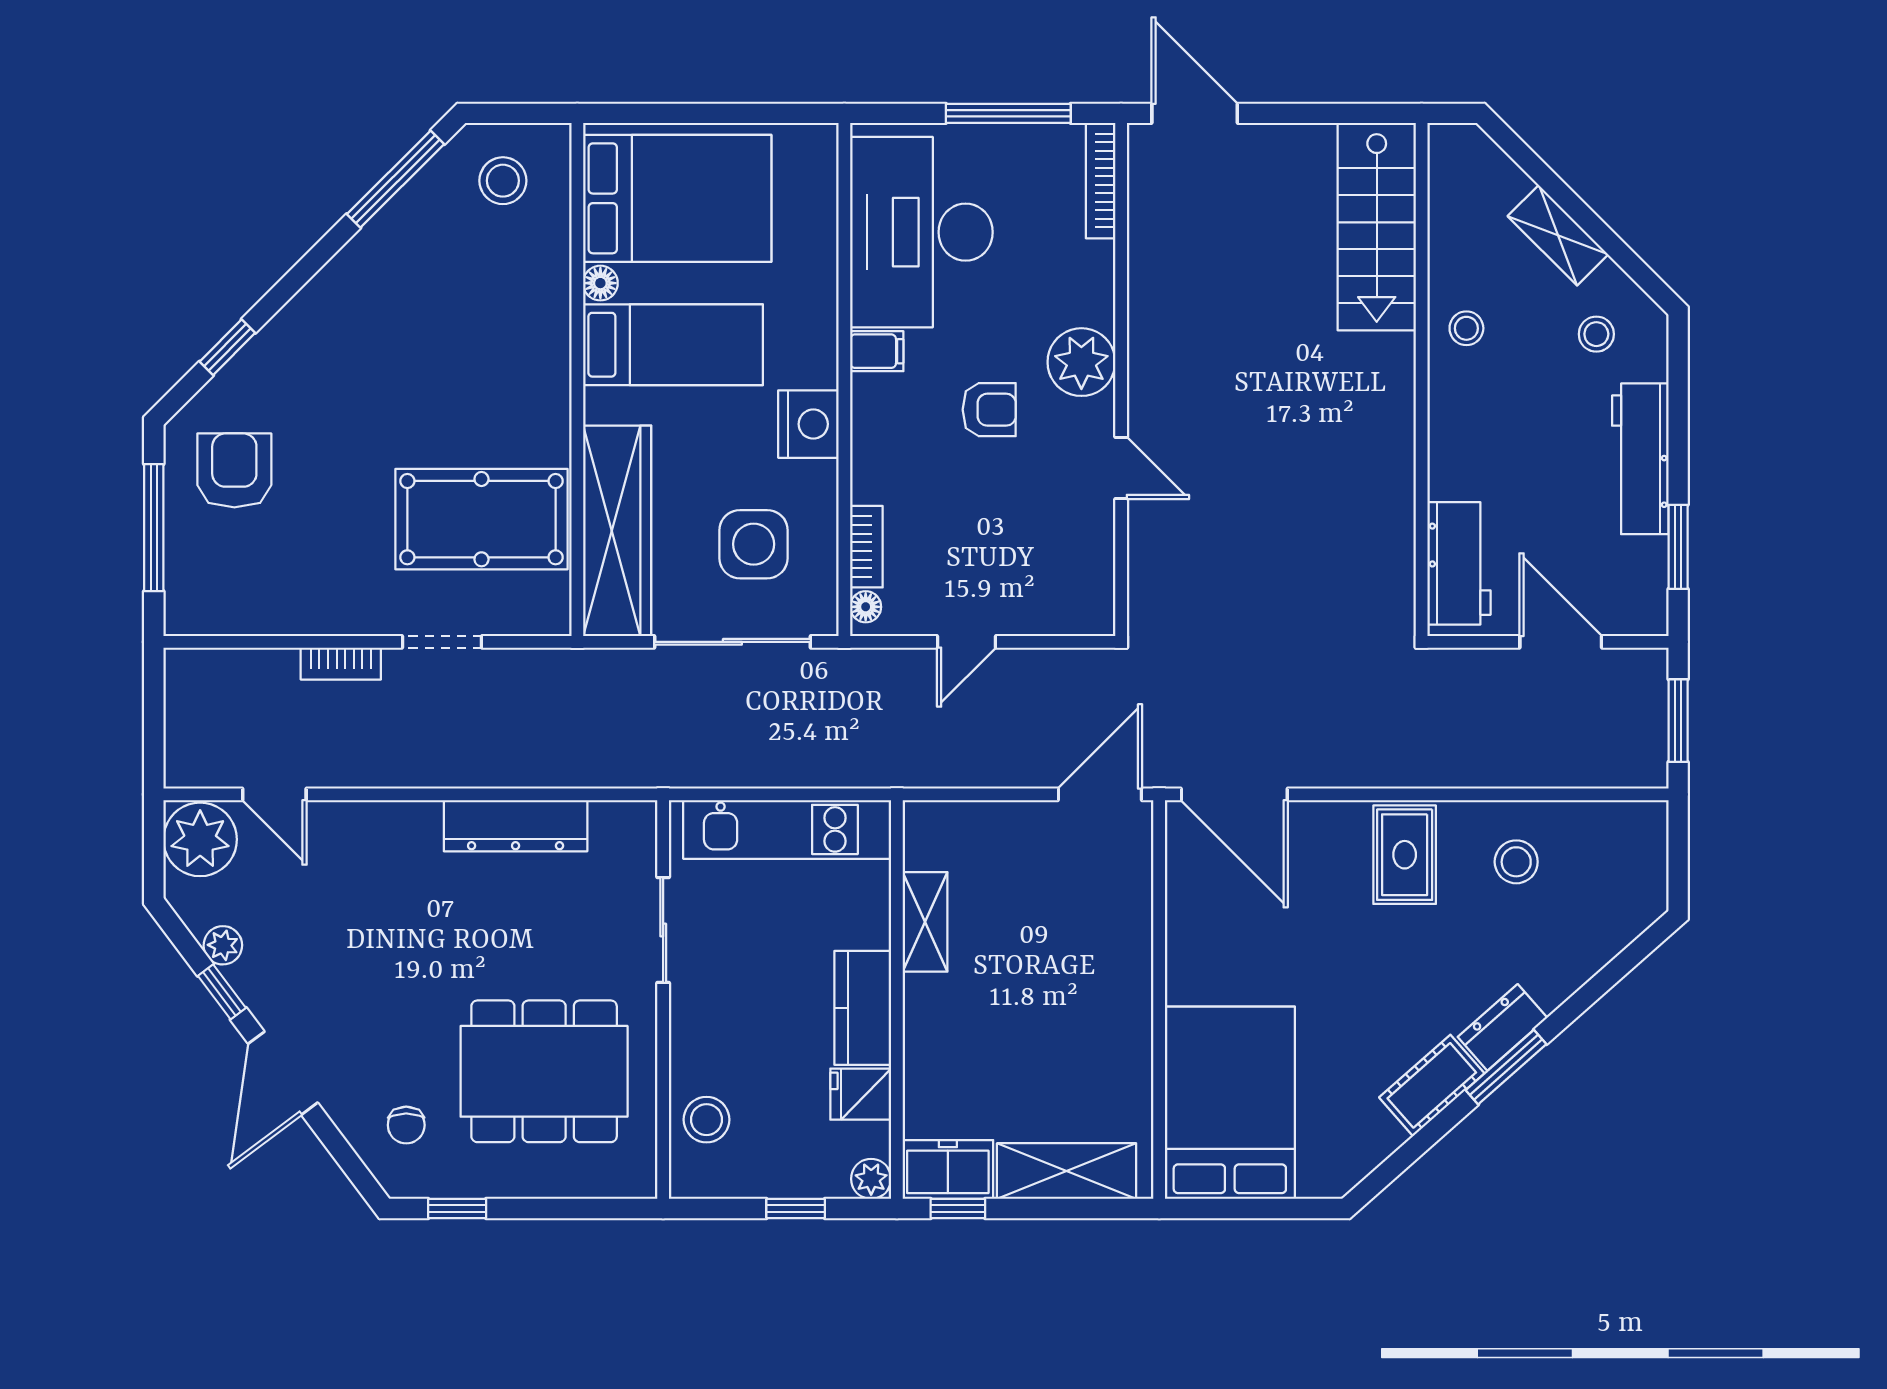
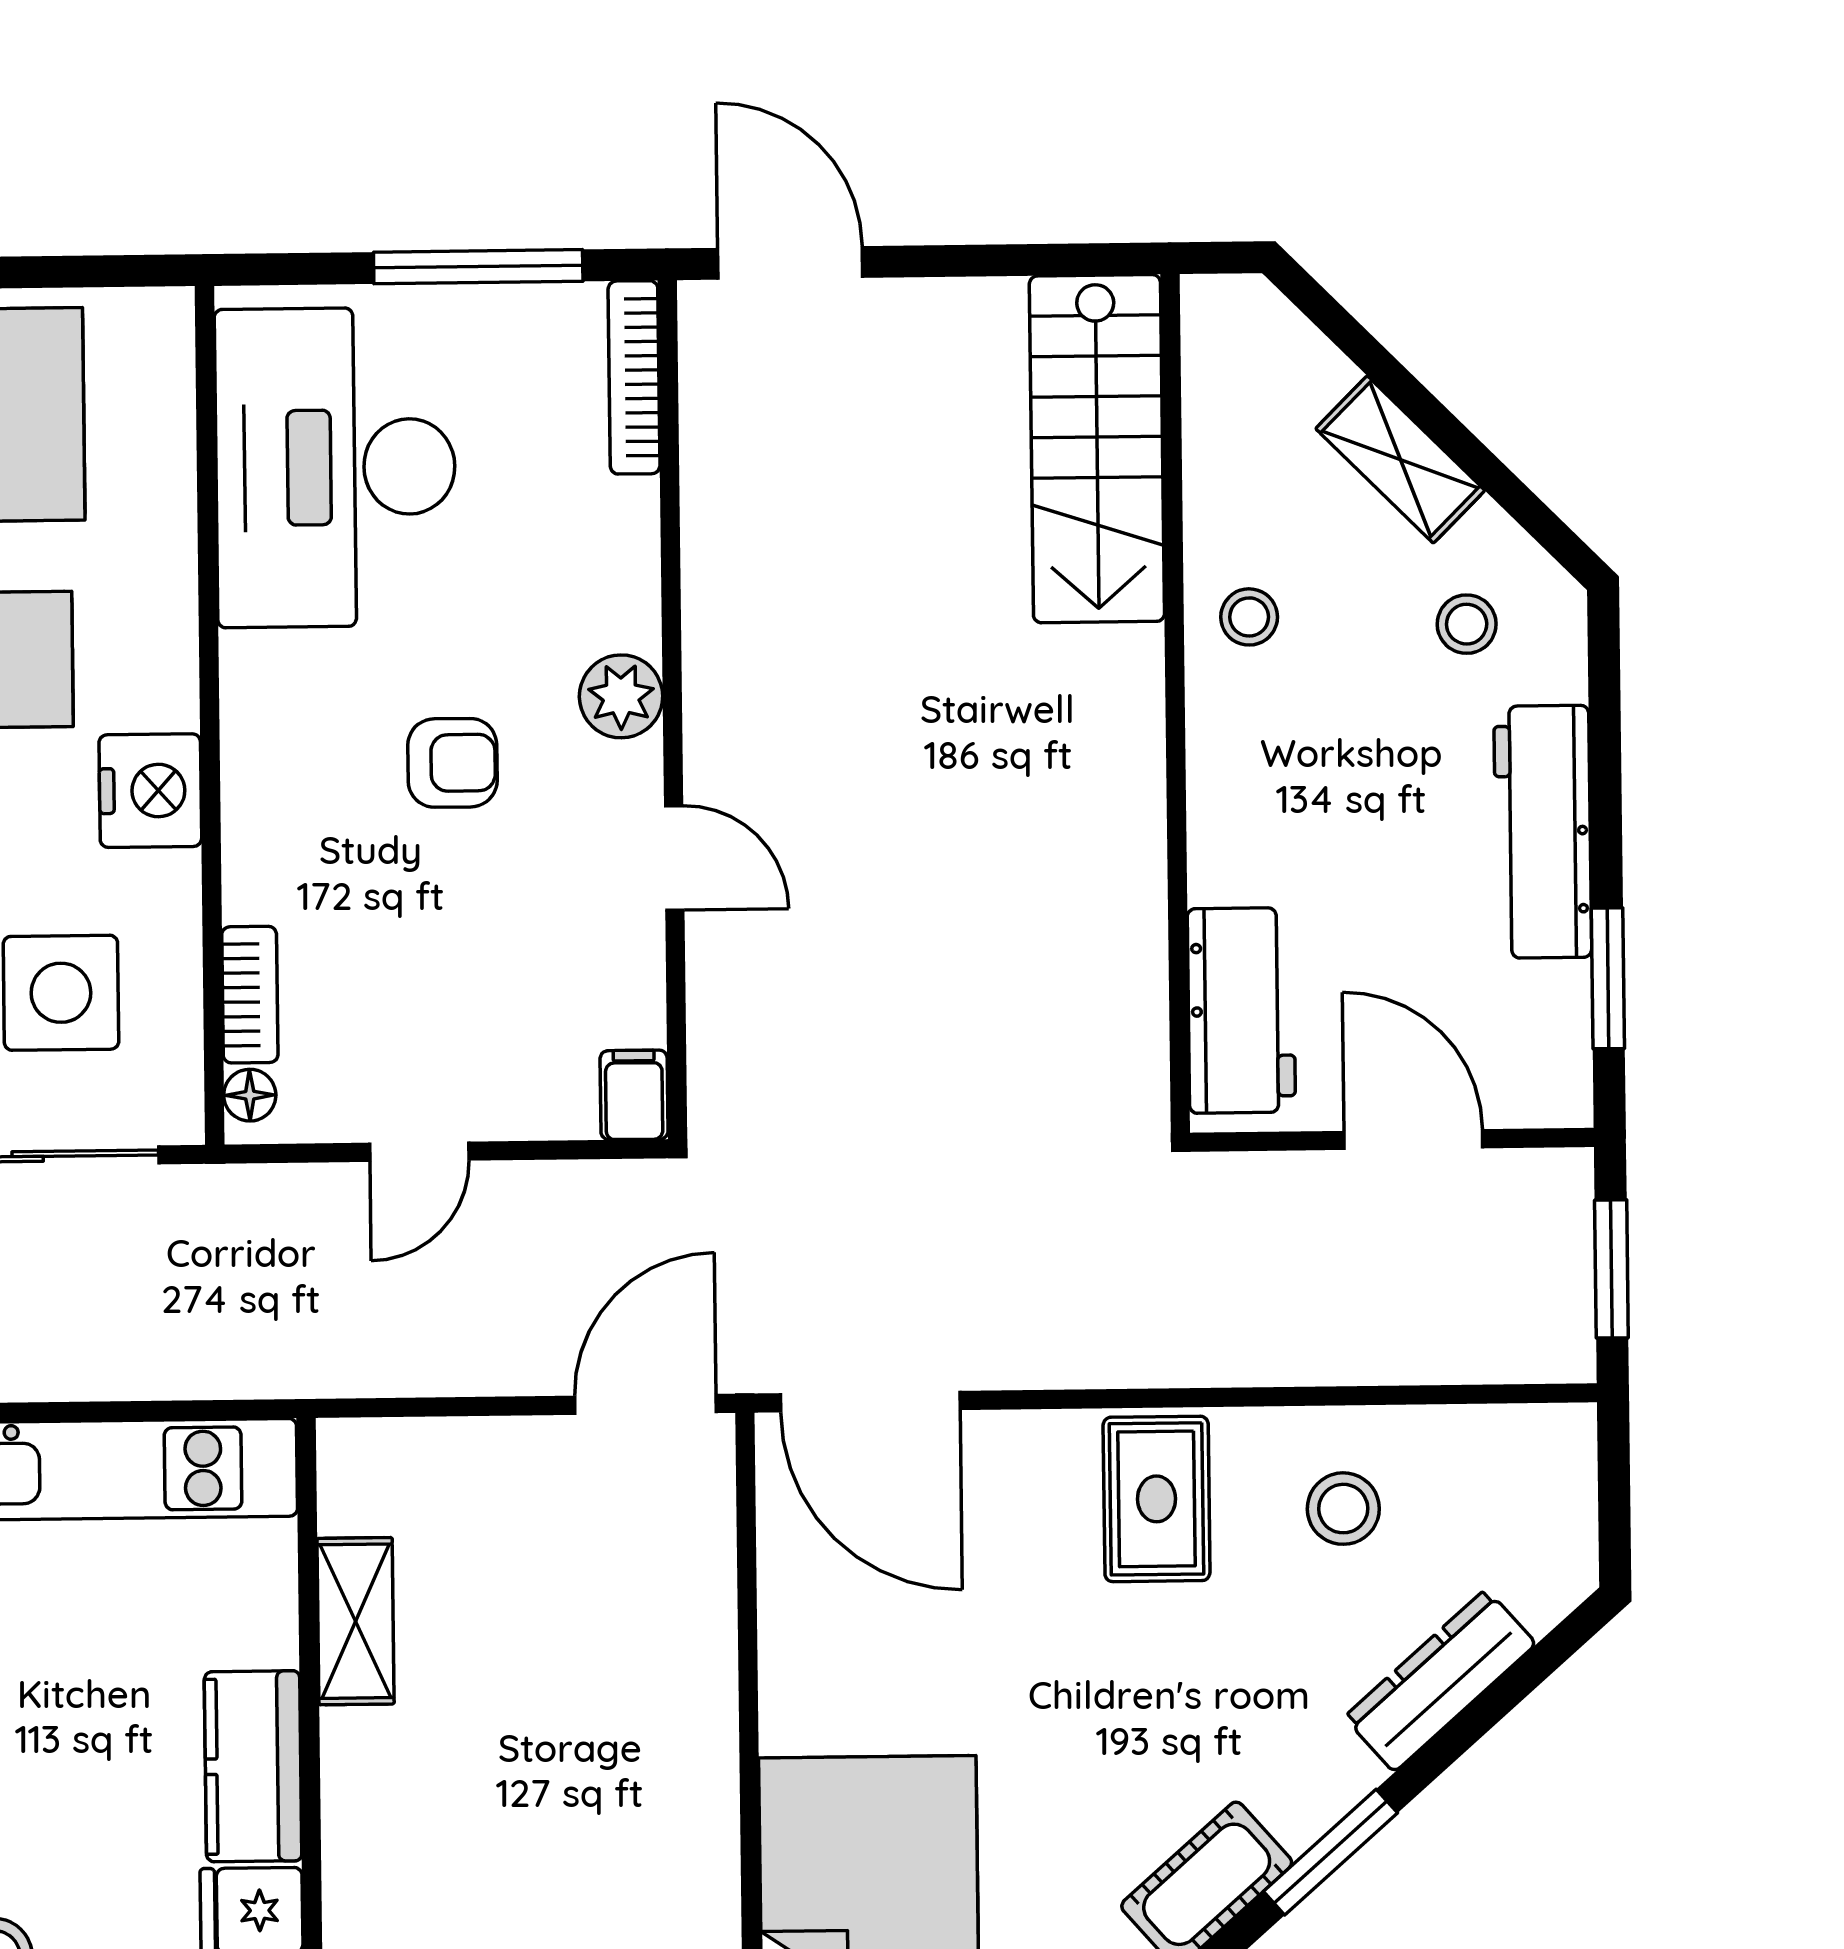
filing cabinet: (877, 351) -> (634, 1095), moved, turned -90
plant: (1081, 362) -> (621, 696), width x0.73, depth x0.73
dresser: (1503, 1027) -> (1440, 1681), moved, width x1.44

